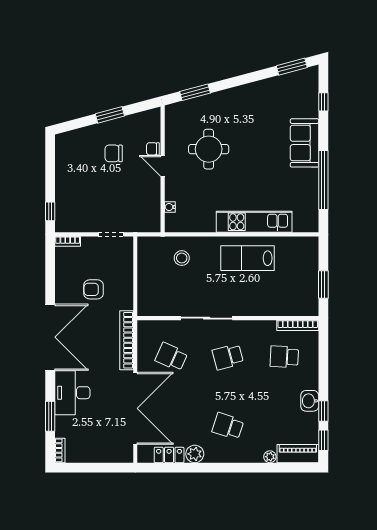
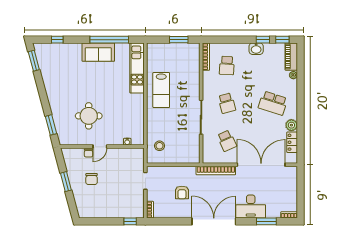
sofa: (304, 143) -> (98, 52), moved
kitchen unit: (254, 222) -> (137, 68), moved
stool: (182, 258) -> (160, 146), moved
school desk: (171, 357) -> (227, 141), turned -48
school desk: (228, 426) -> (273, 103), width x1.85

